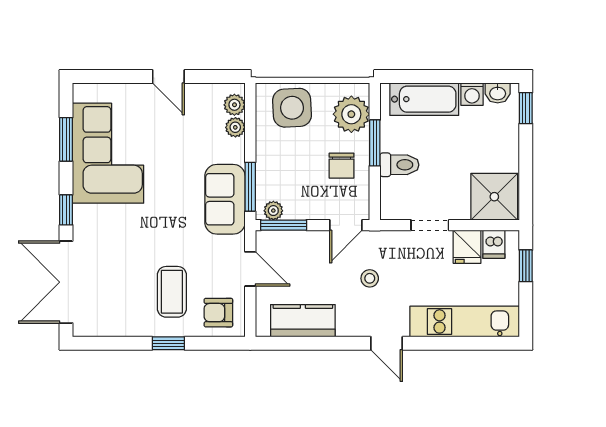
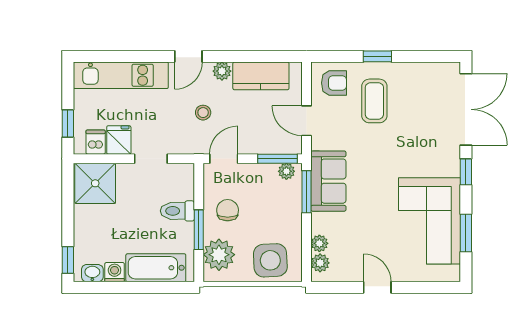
plant: (348, 326) -> (222, 71), added
door: (387, 343) -> (188, 56), swing flipped

